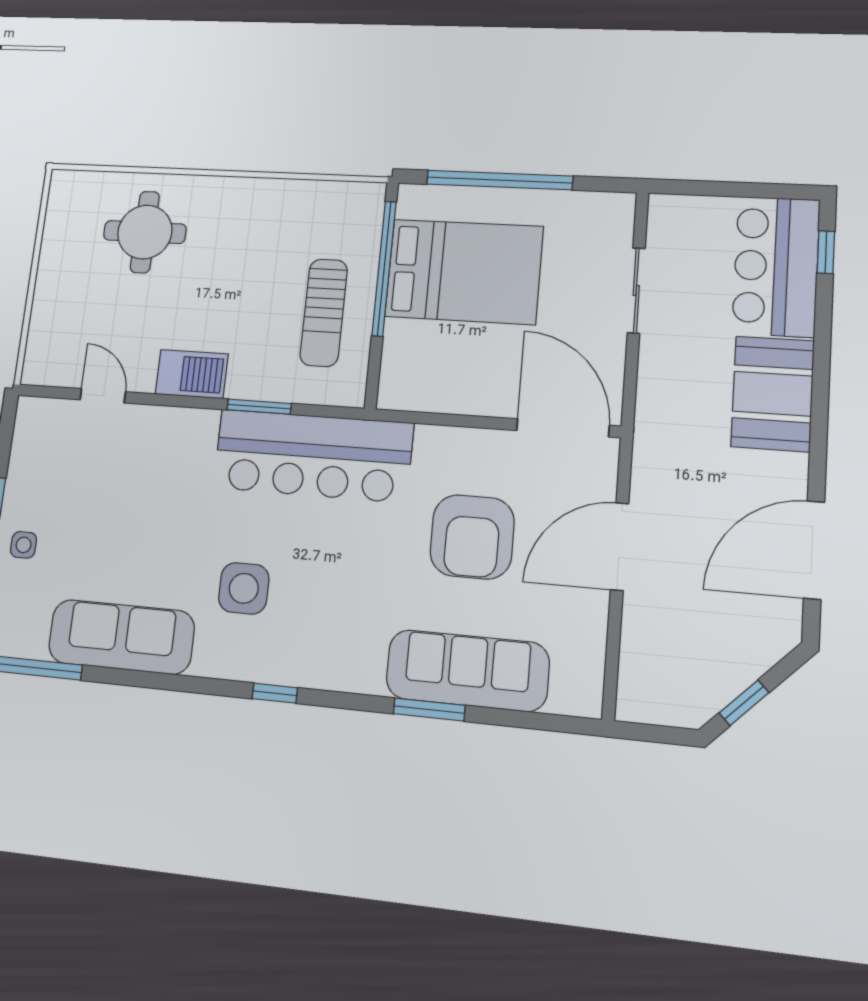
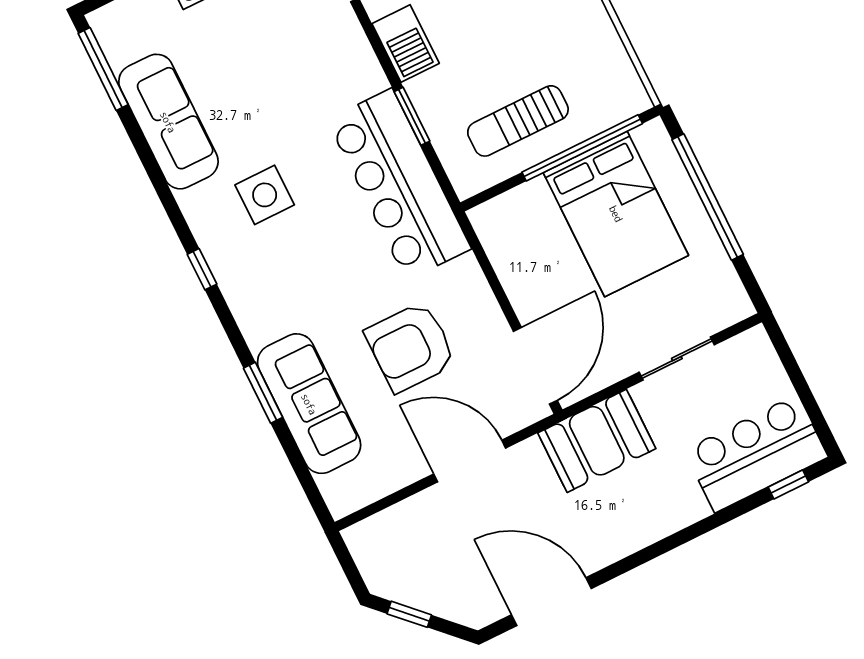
booth: (773, 394) -> (597, 441), moved

